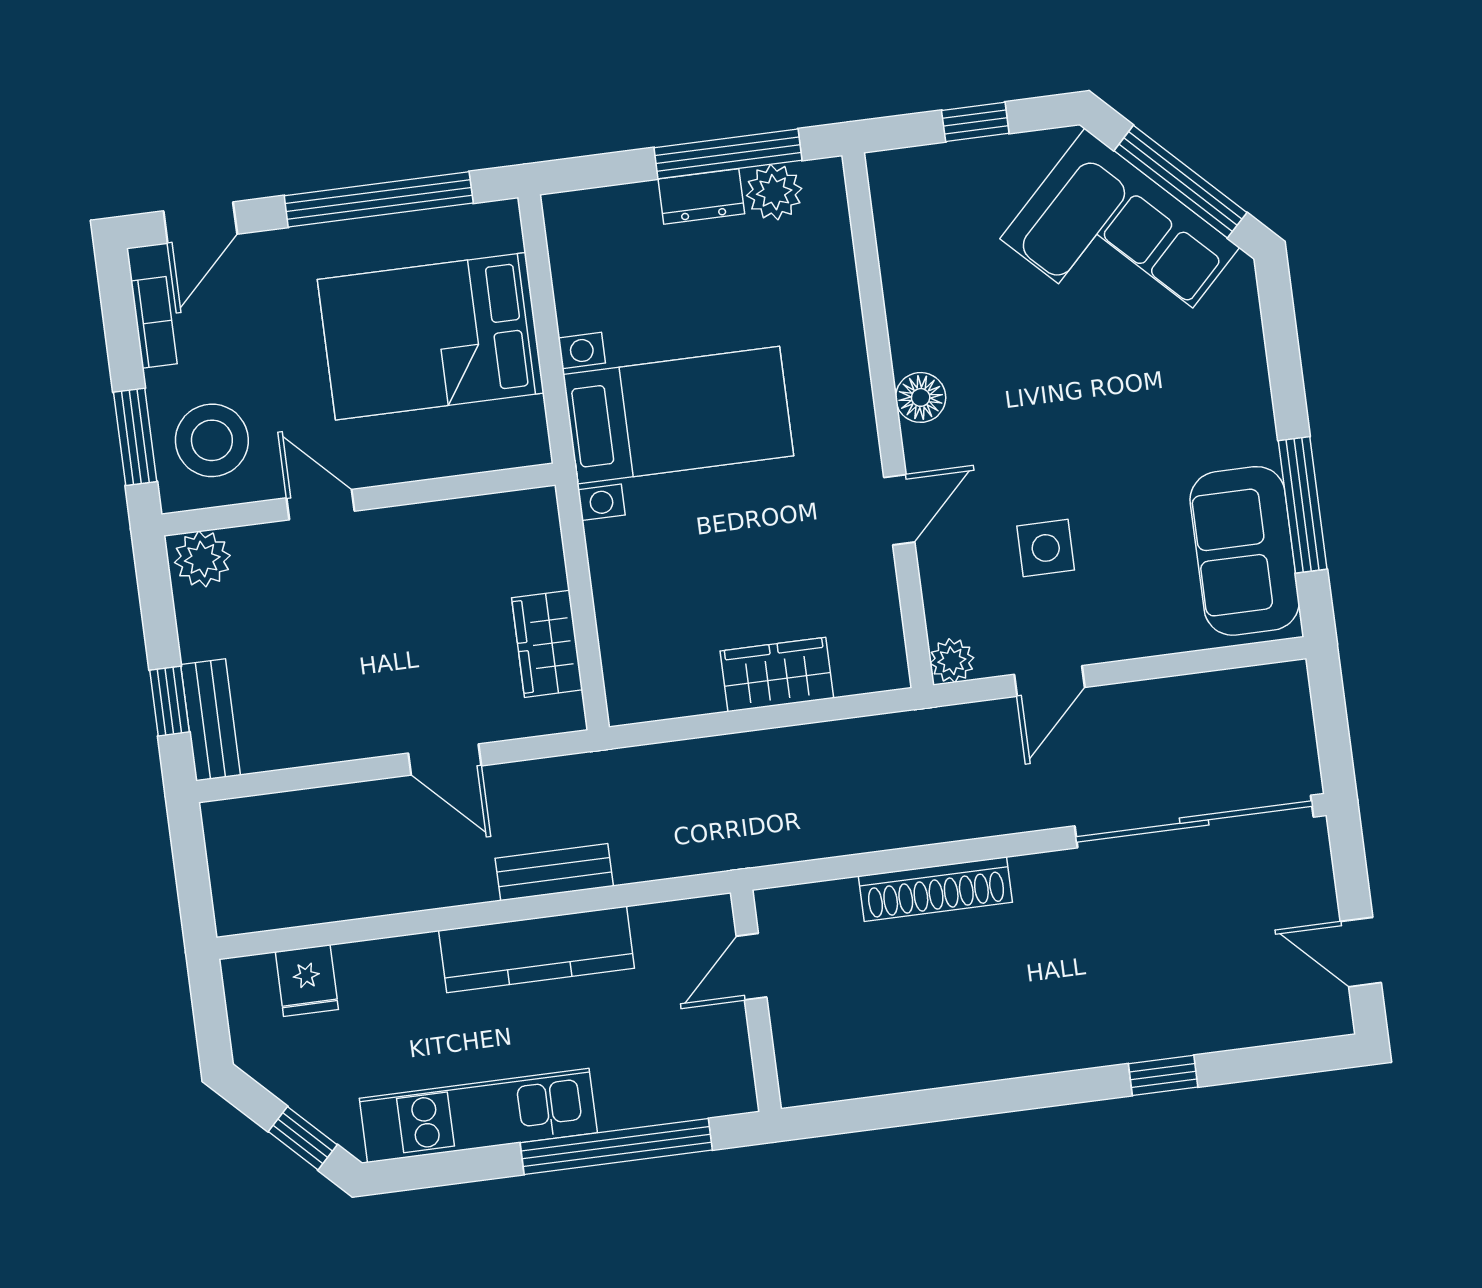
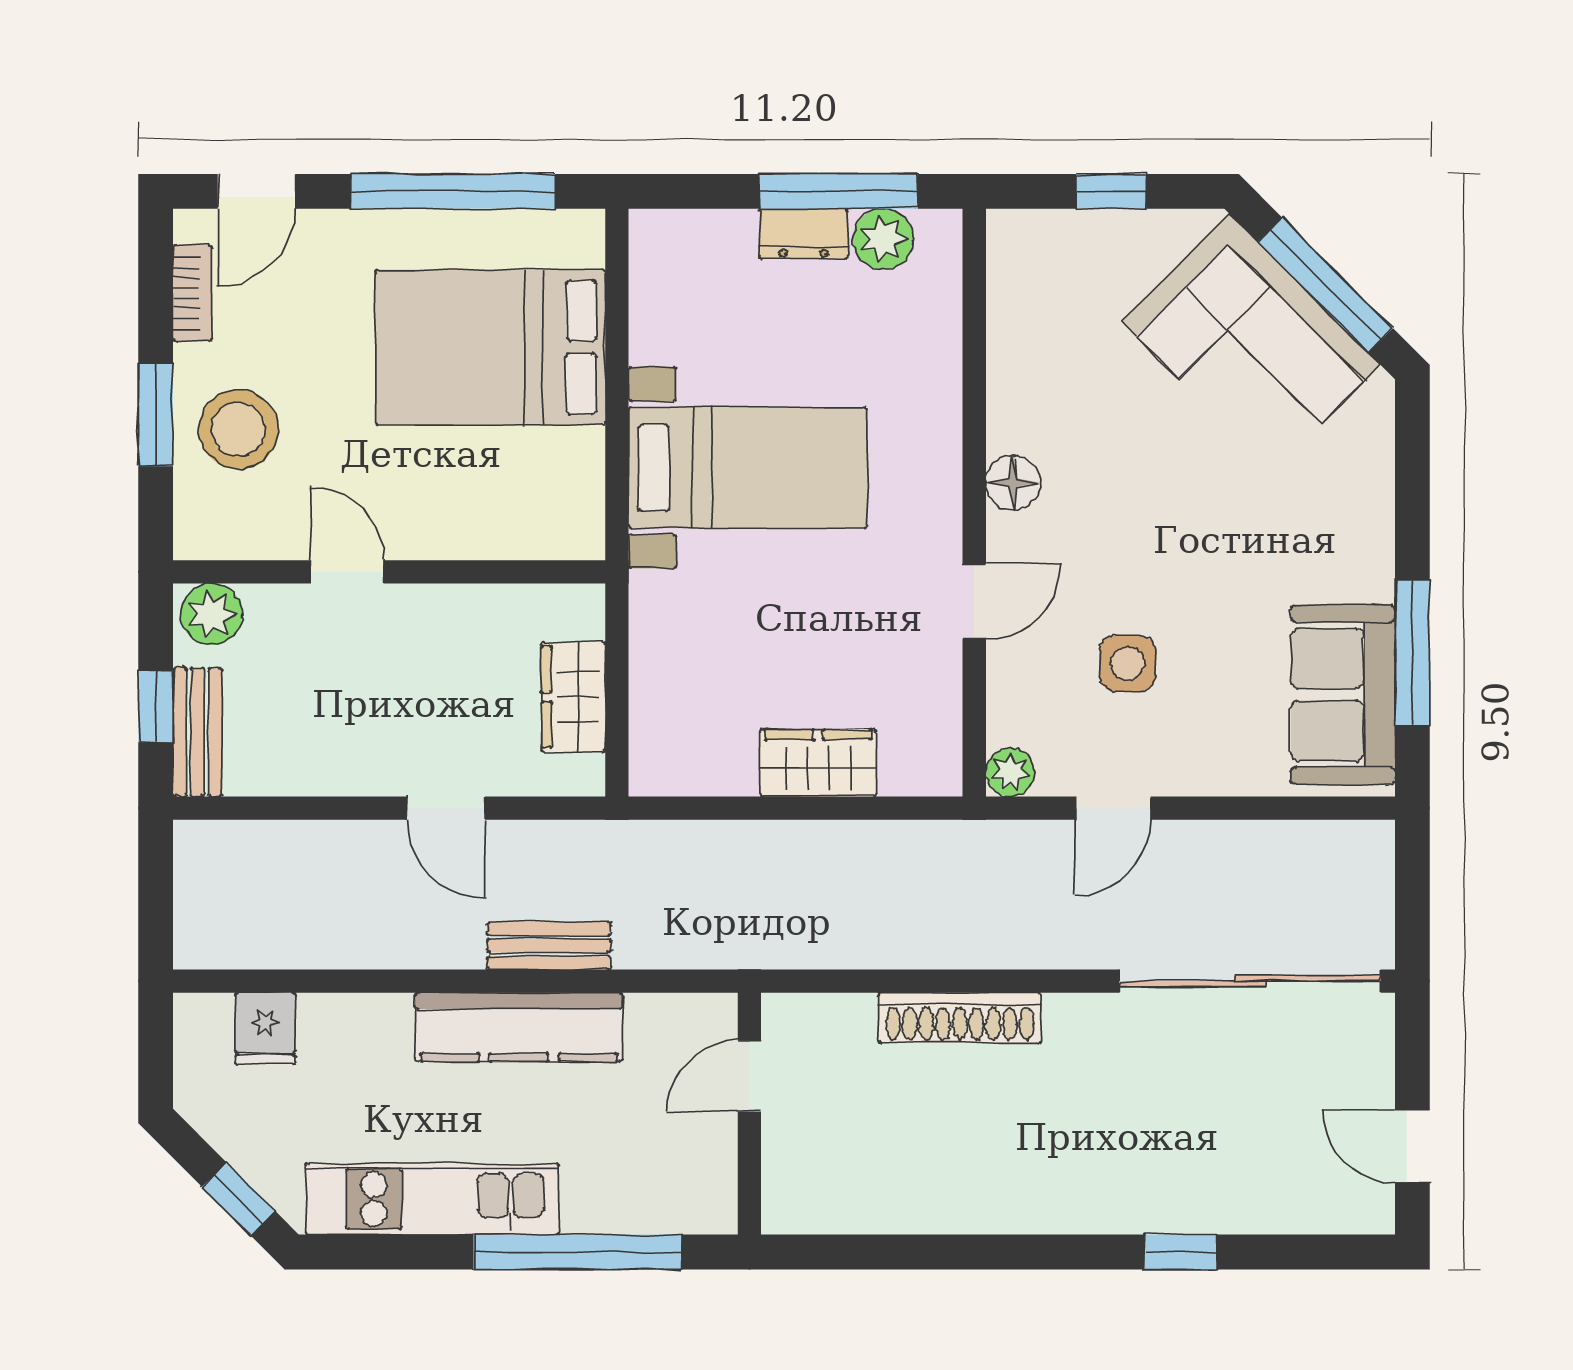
wall: (359, 500) -> (389, 572), moved
door: (320, 505) -> (347, 572), moved
plant: (202, 559) -> (211, 614), moved

